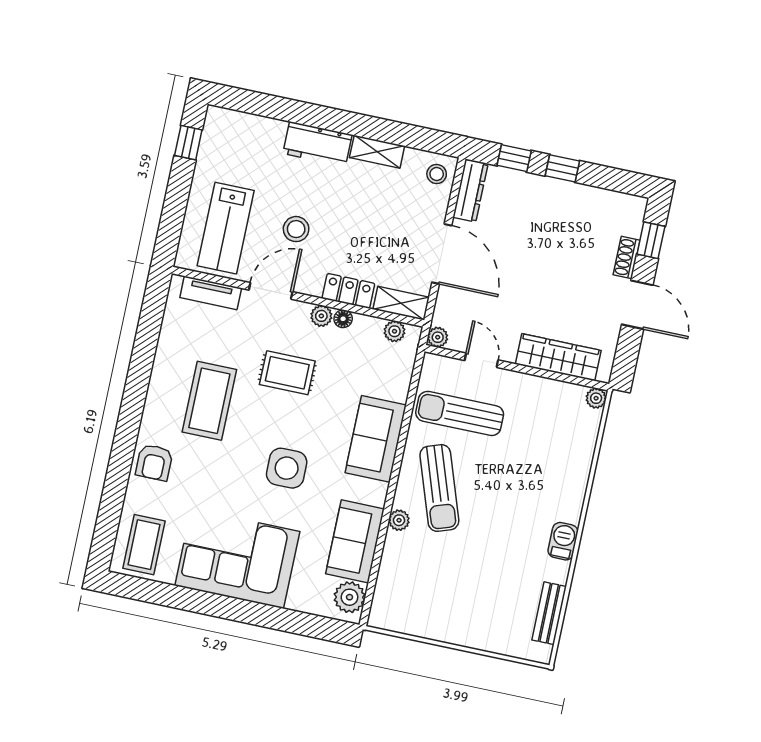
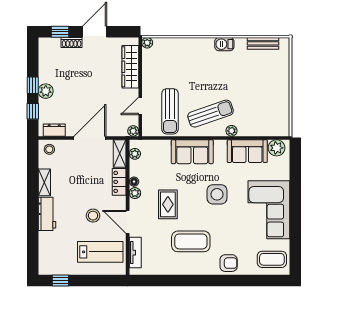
plant: (546, 190) -> (46, 91), added
dresser: (470, 191) -> (54, 130), width x0.70

